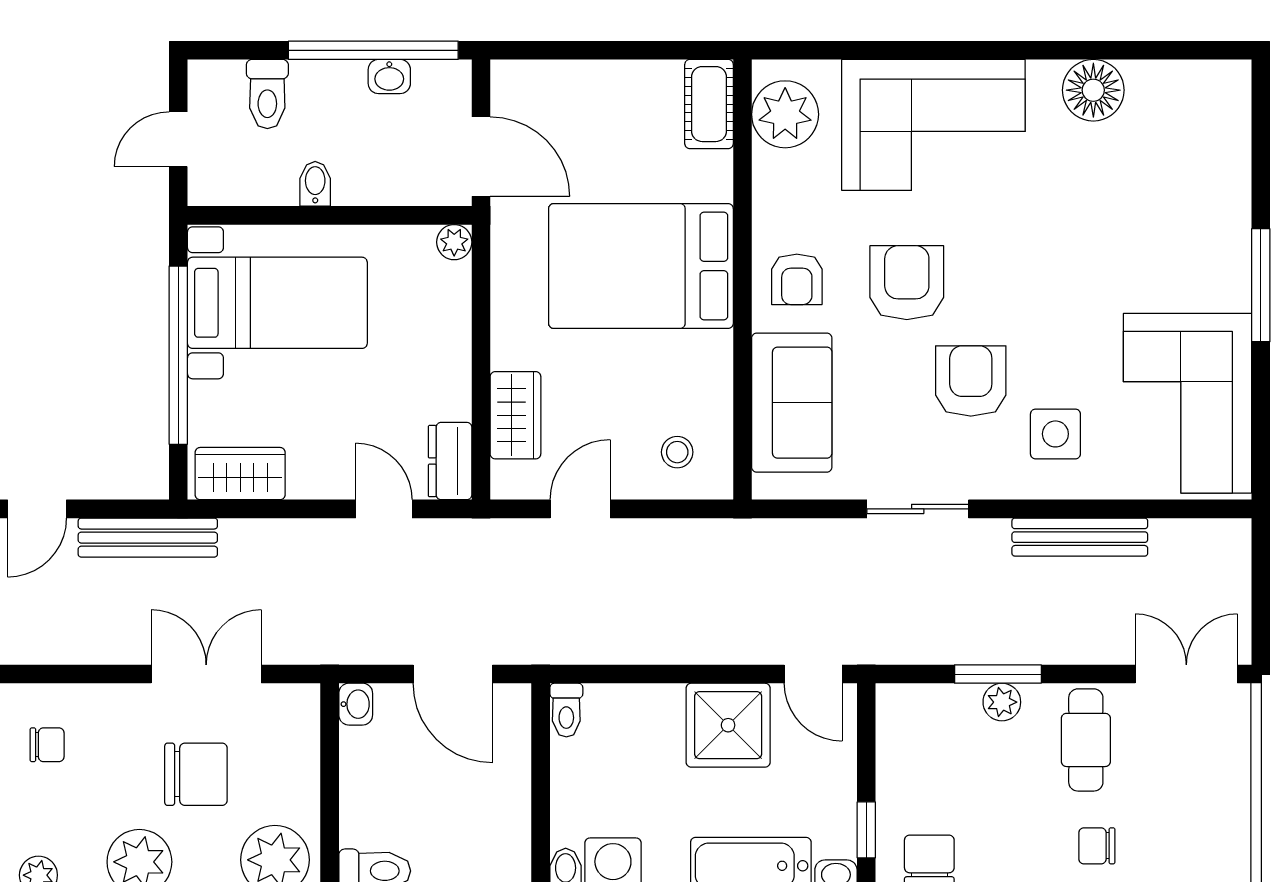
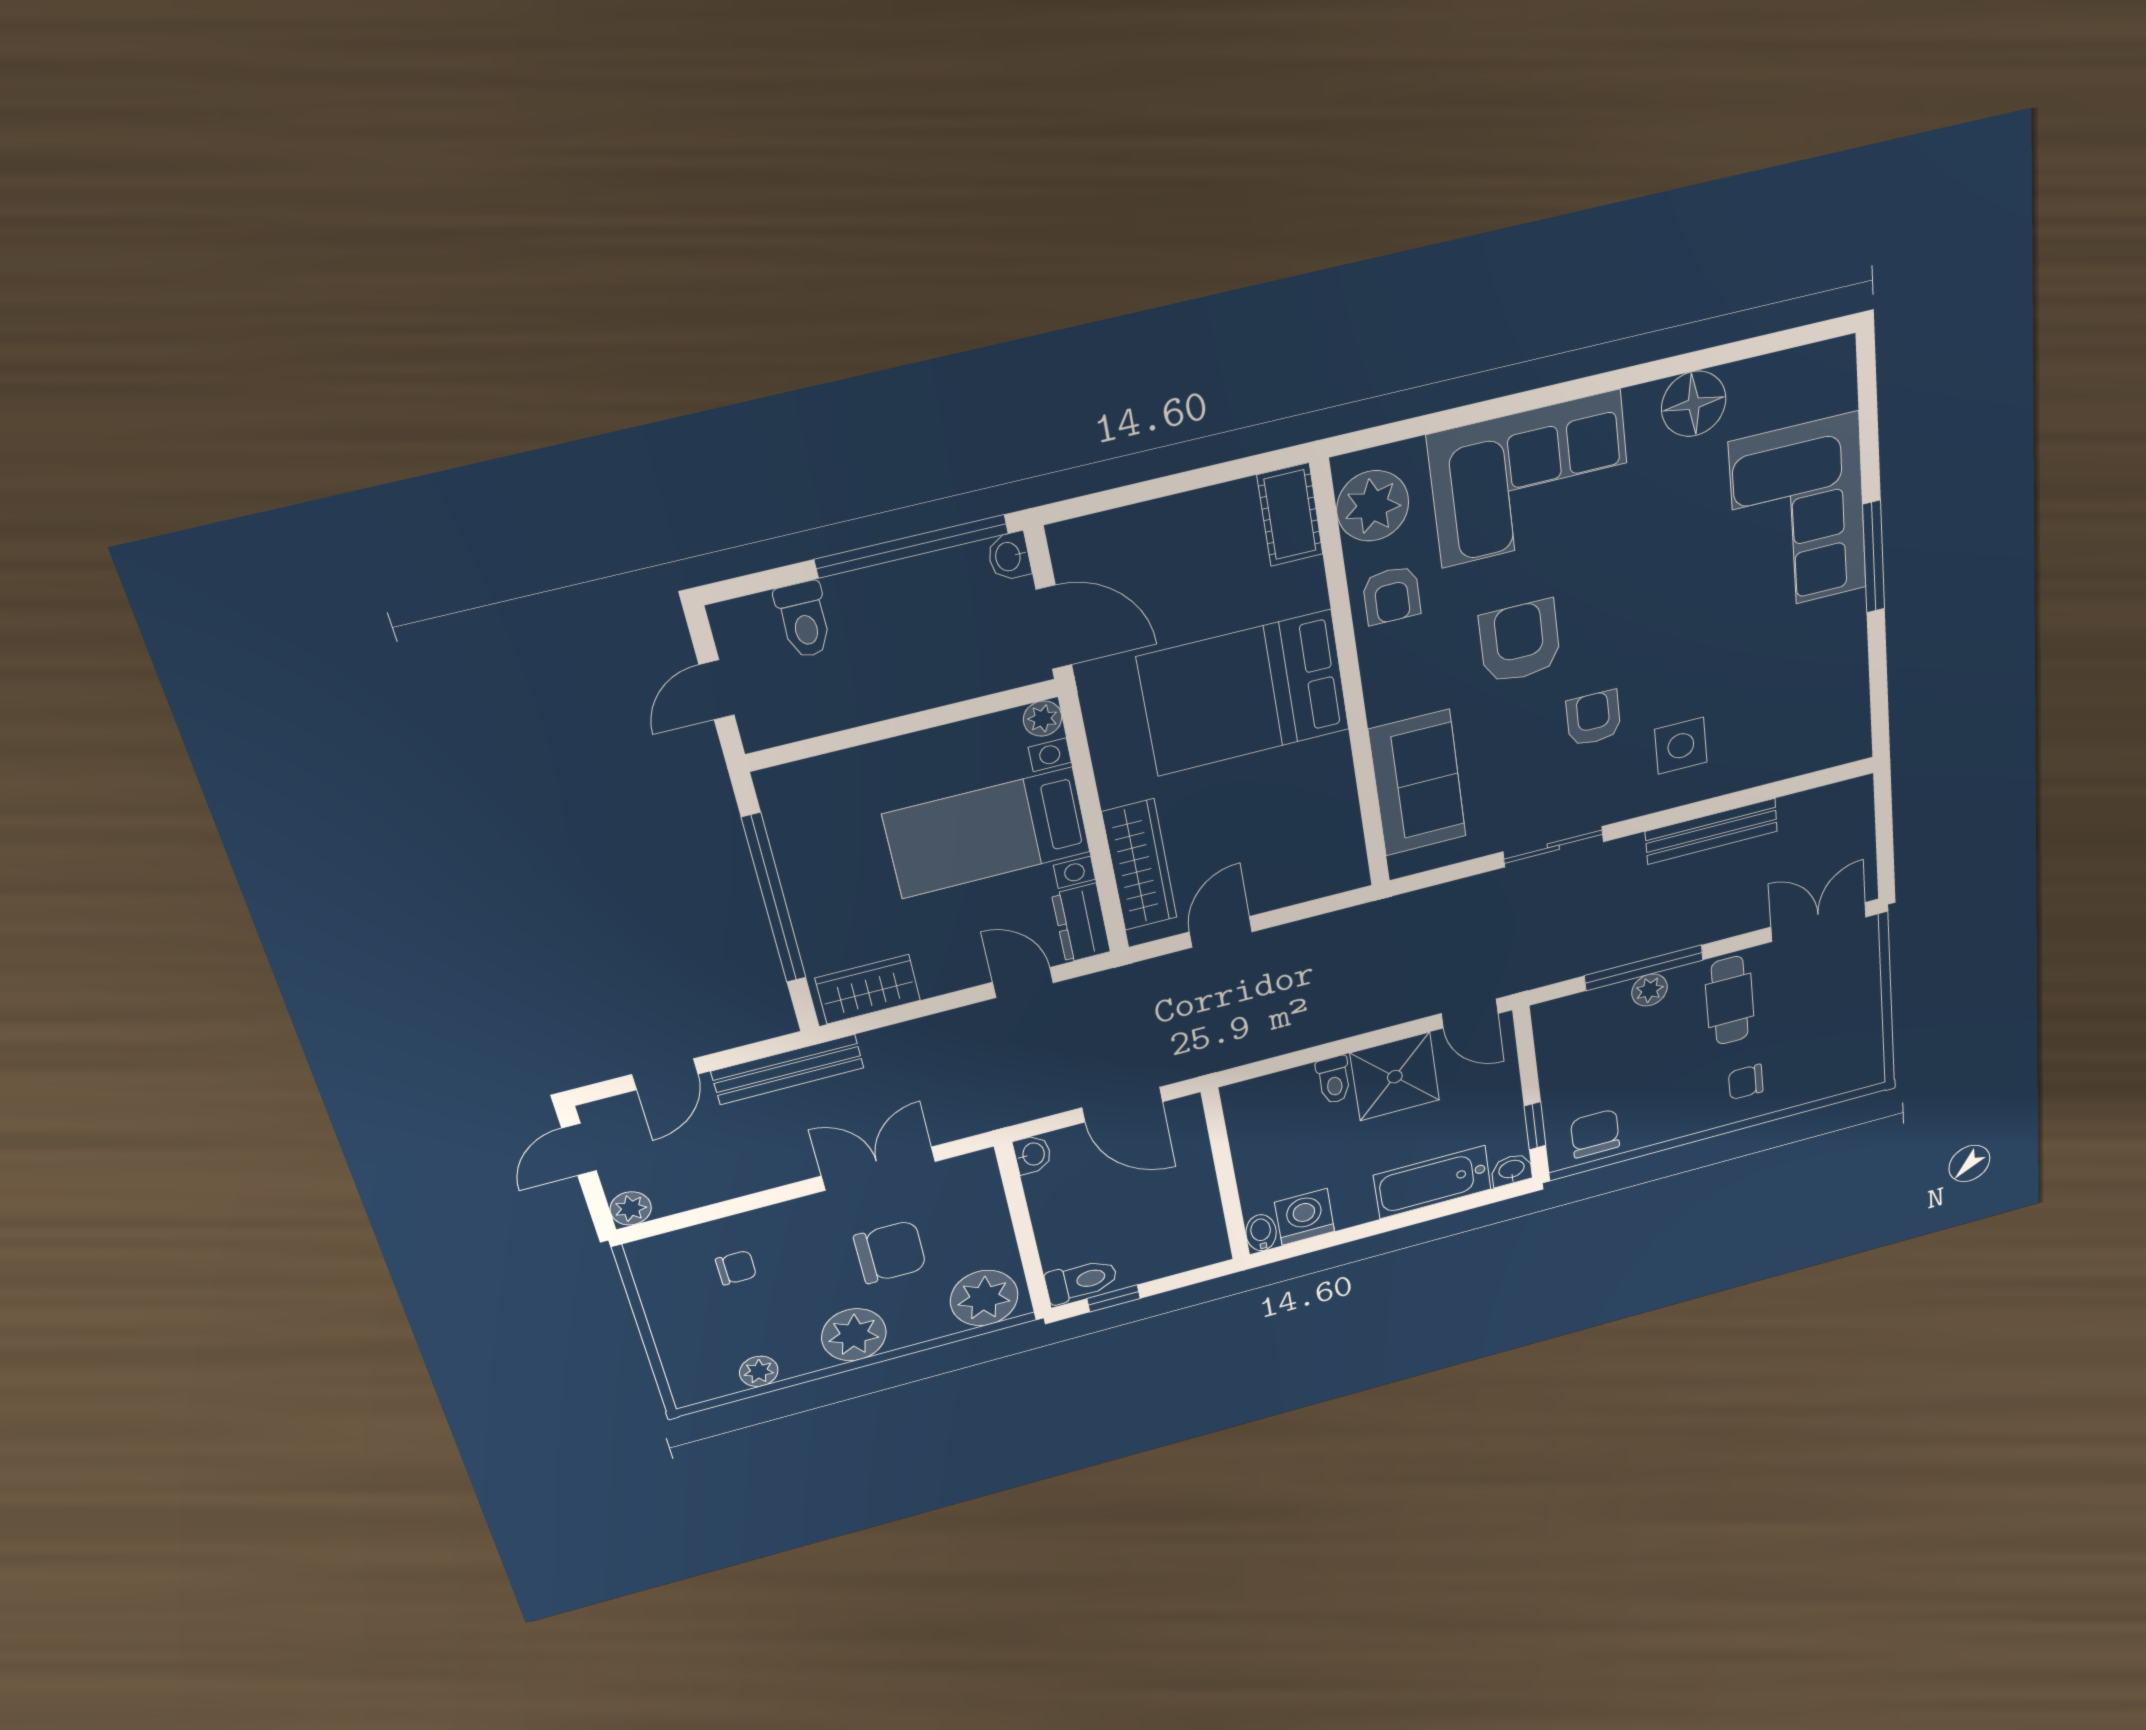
washbasin: (389, 76) -> (1009, 556), moved, turned 90
bidet: (315, 184) -> (879, 698), removed
armchair: (797, 279) -> (1392, 595), moved
bed with nightstands: (277, 303) -> (987, 833), moved, turned 180
armchair: (971, 381) -> (1593, 718), width x0.72, depth x0.72
corner sofa: (1187, 403) -> (1798, 516), moved
wardrobe: (515, 415) -> (1140, 865), width x1.50
stool: (677, 452) -> (1309, 857), removed
window: (998, 674) -> (1644, 968), width x1.44
toilet: (566, 710) -> (1334, 1080), moved

